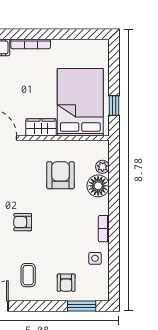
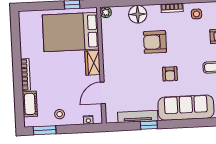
plant: (102, 167) -> (106, 12), moved
armchair: (61, 175) -> (155, 42), moved

